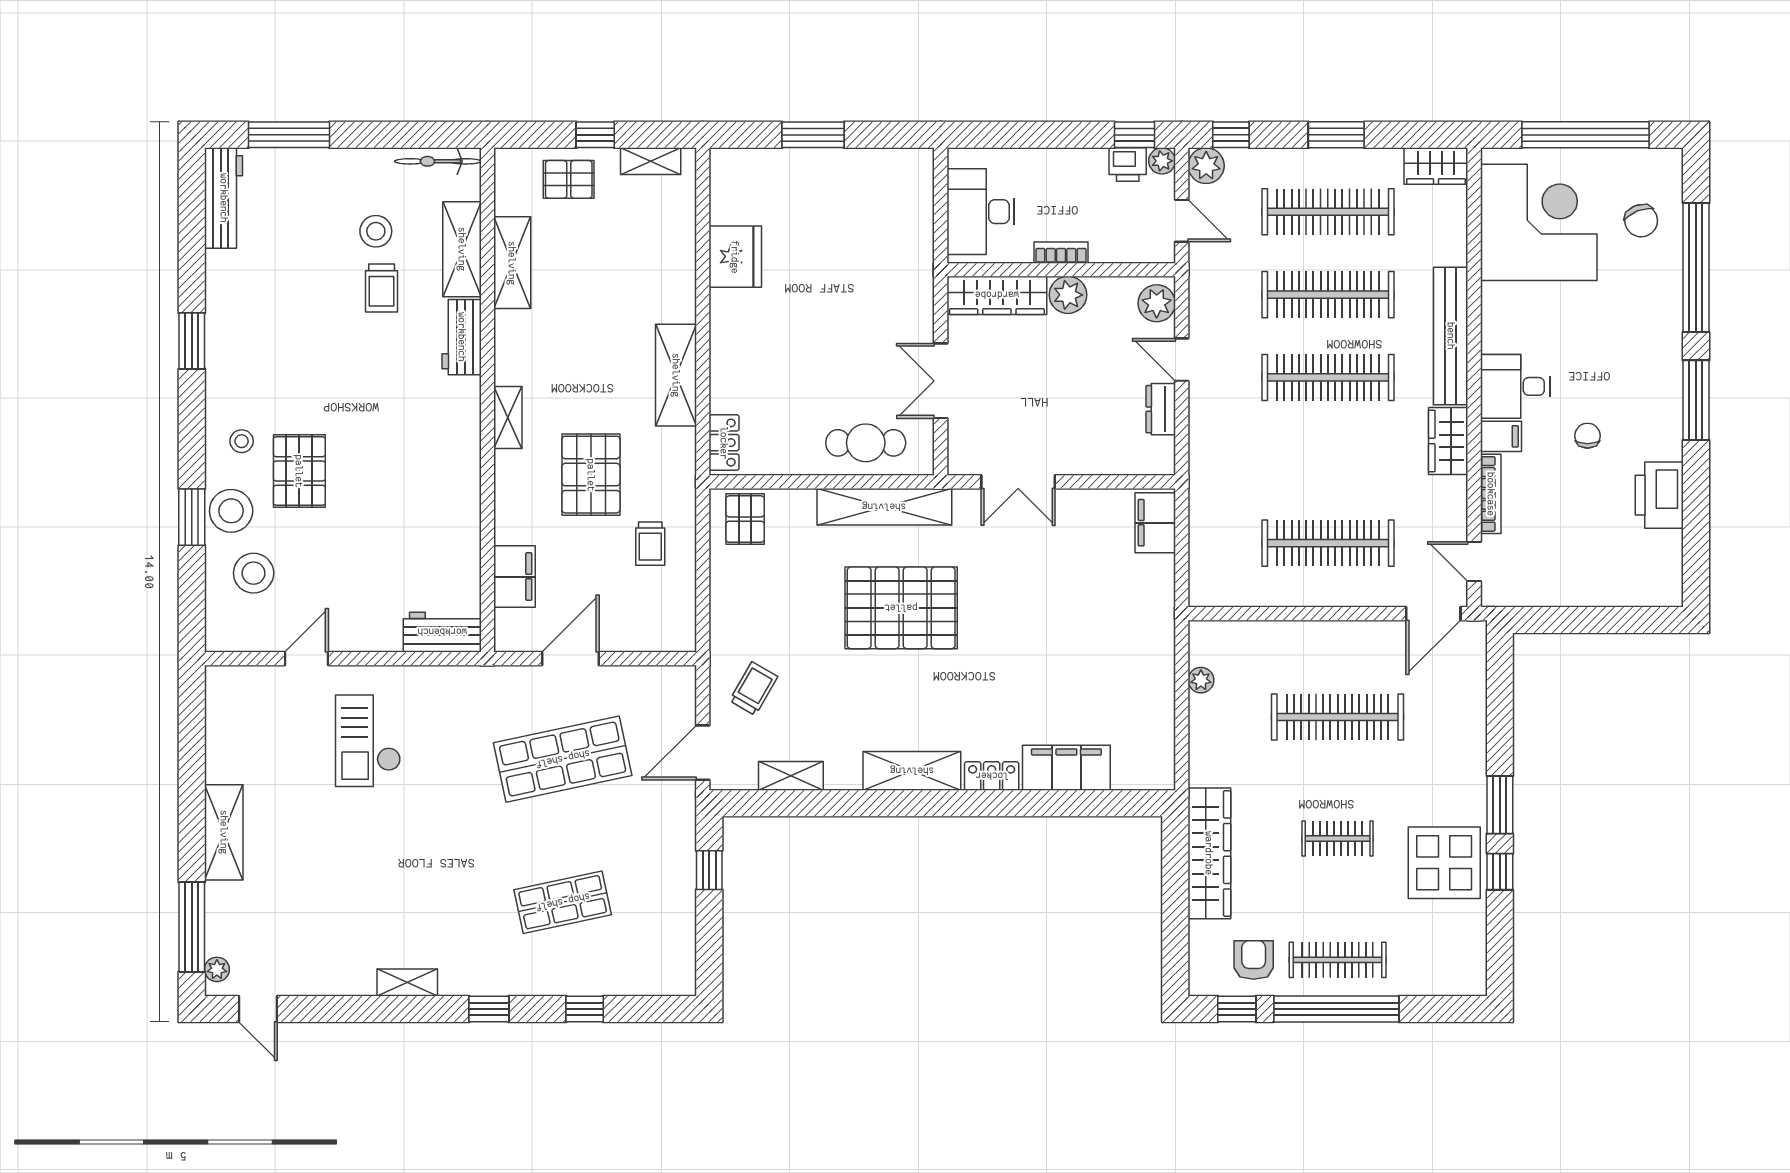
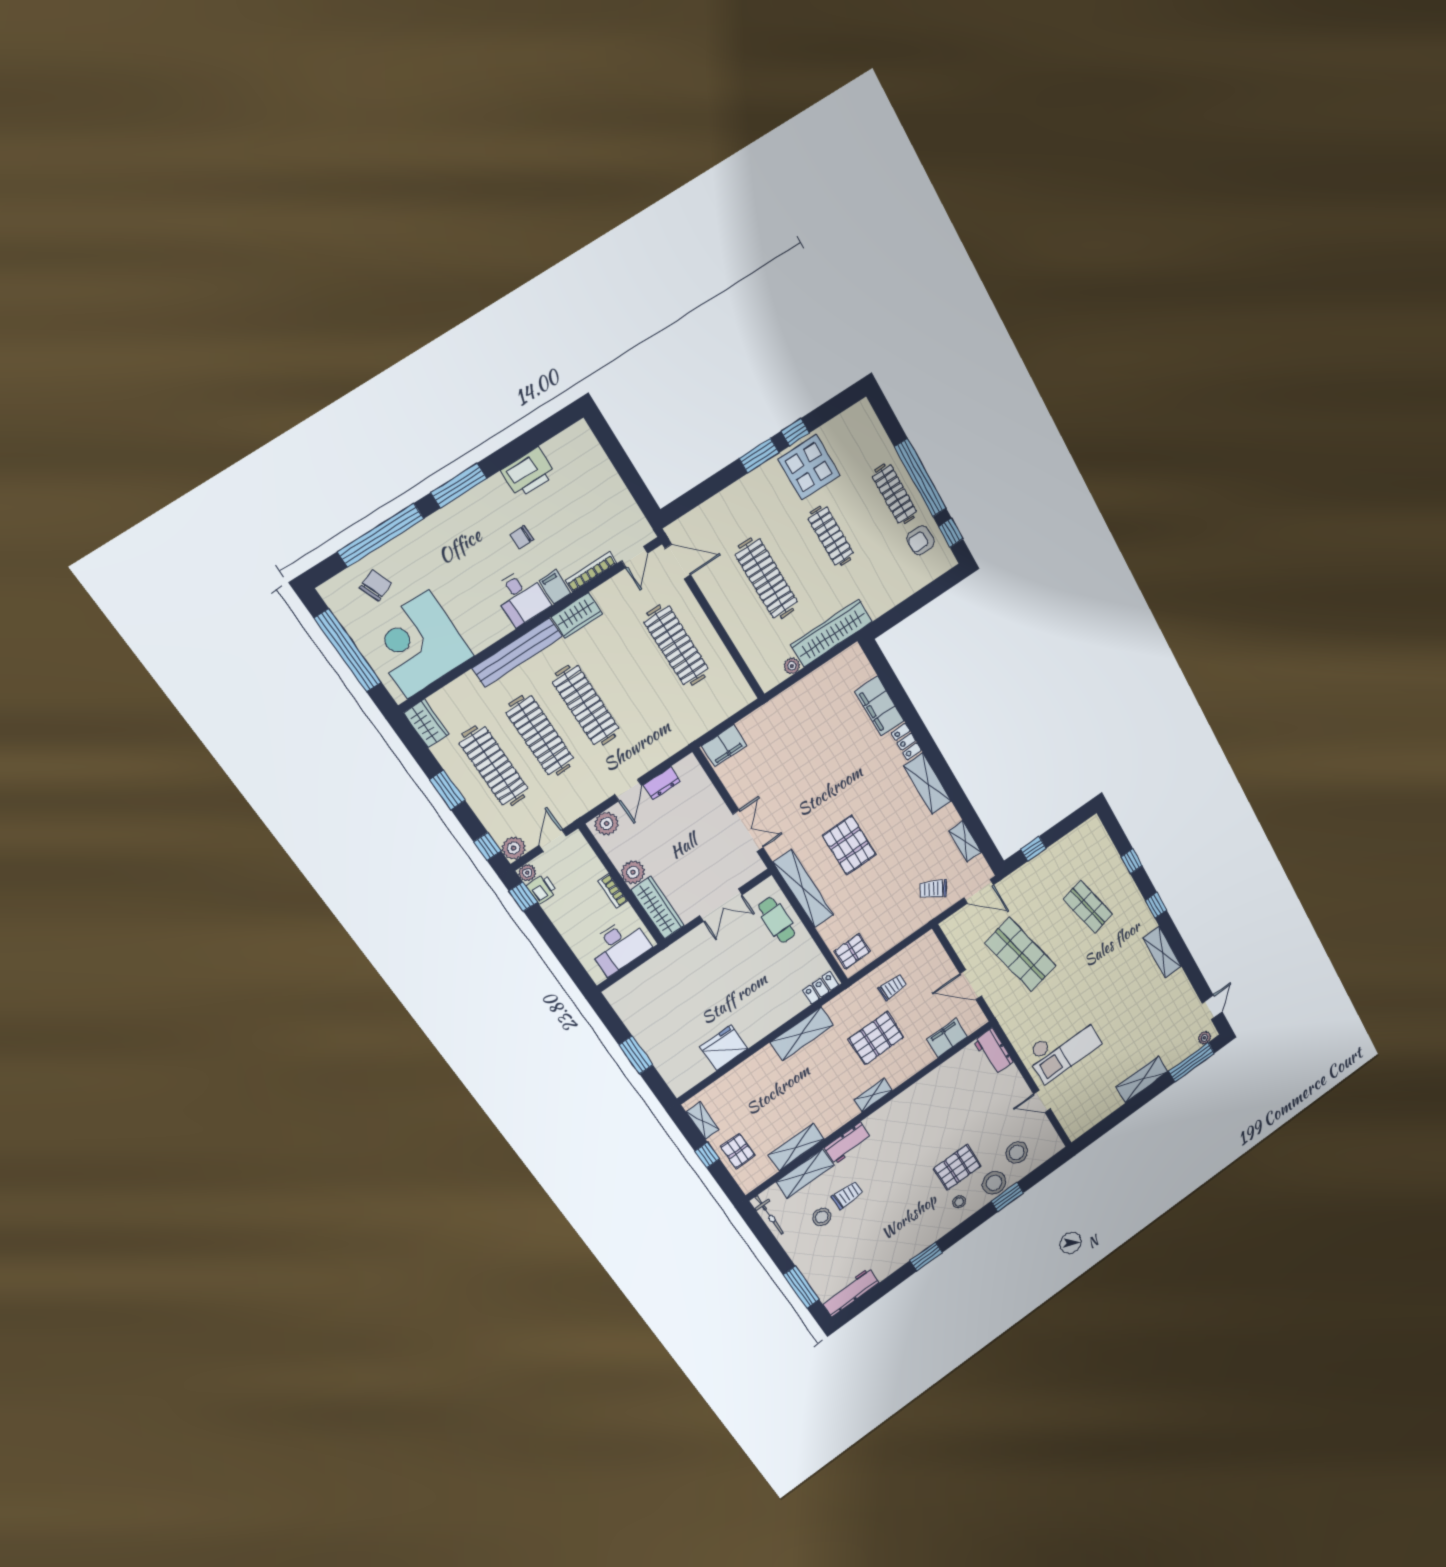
pallet: (901, 608) -> (849, 845), width x0.73, depth x0.71
checkout: (368, 741) -> (1064, 1047), width x1.36, depth x1.21
clothes rail: (1338, 838) -> (831, 536), width x1.36
wardrobe: (1209, 853) -> (831, 633), moved
shelving: (407, 983) -> (1162, 952), width x1.50, depth x1.33

